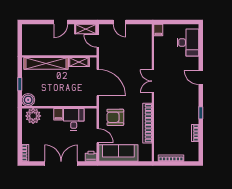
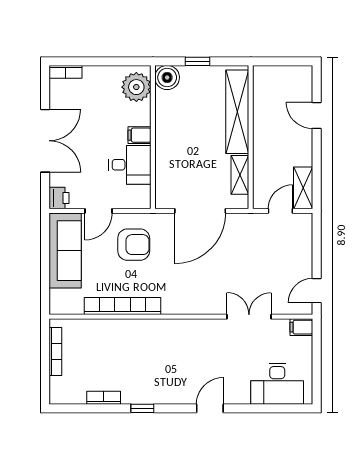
door: (61, 22) -> (317, 115), moved
door: (119, 22) -> (317, 291), moved
double door: (153, 81) -> (249, 317), moved
armchair: (115, 117) -> (134, 245), turned 90

